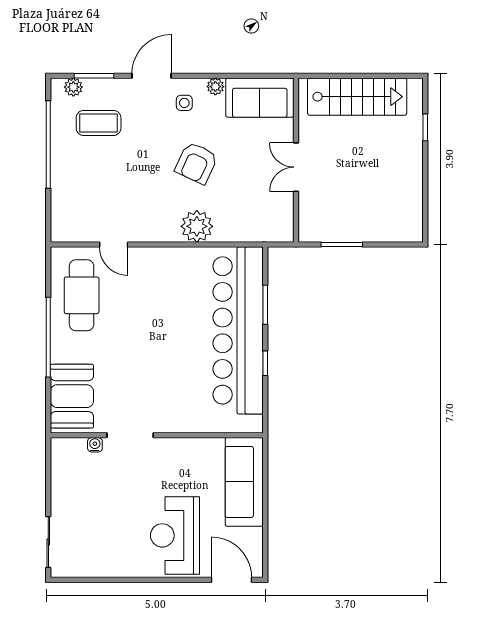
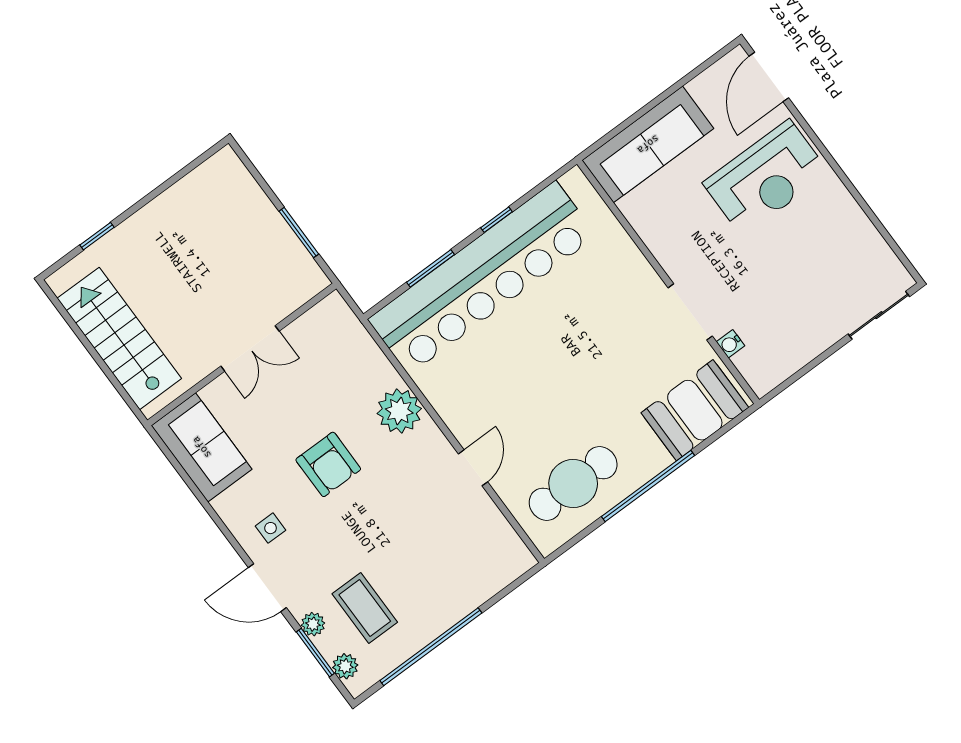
plant: (215, 87) -> (313, 624), moved
armchair: (196, 163) -> (328, 464), turned 65
door: (114, 245) -> (473, 468), moved

